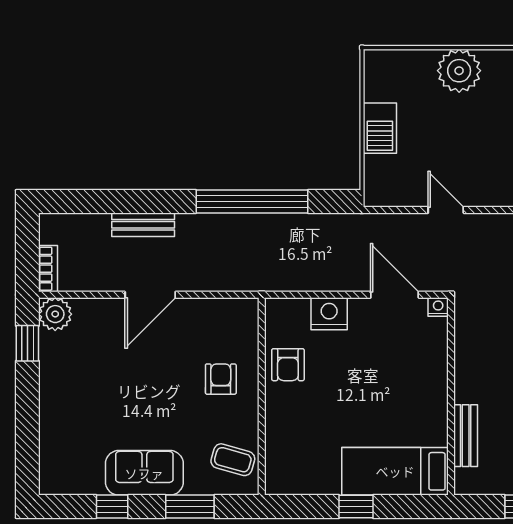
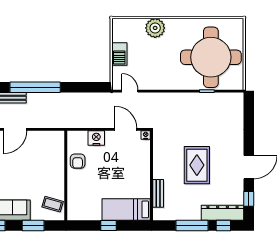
window: (252, 202) -> (35, 87), moved
door: (446, 210) -> (130, 91), moved
armchair: (221, 379) -> (47, 168), removed

